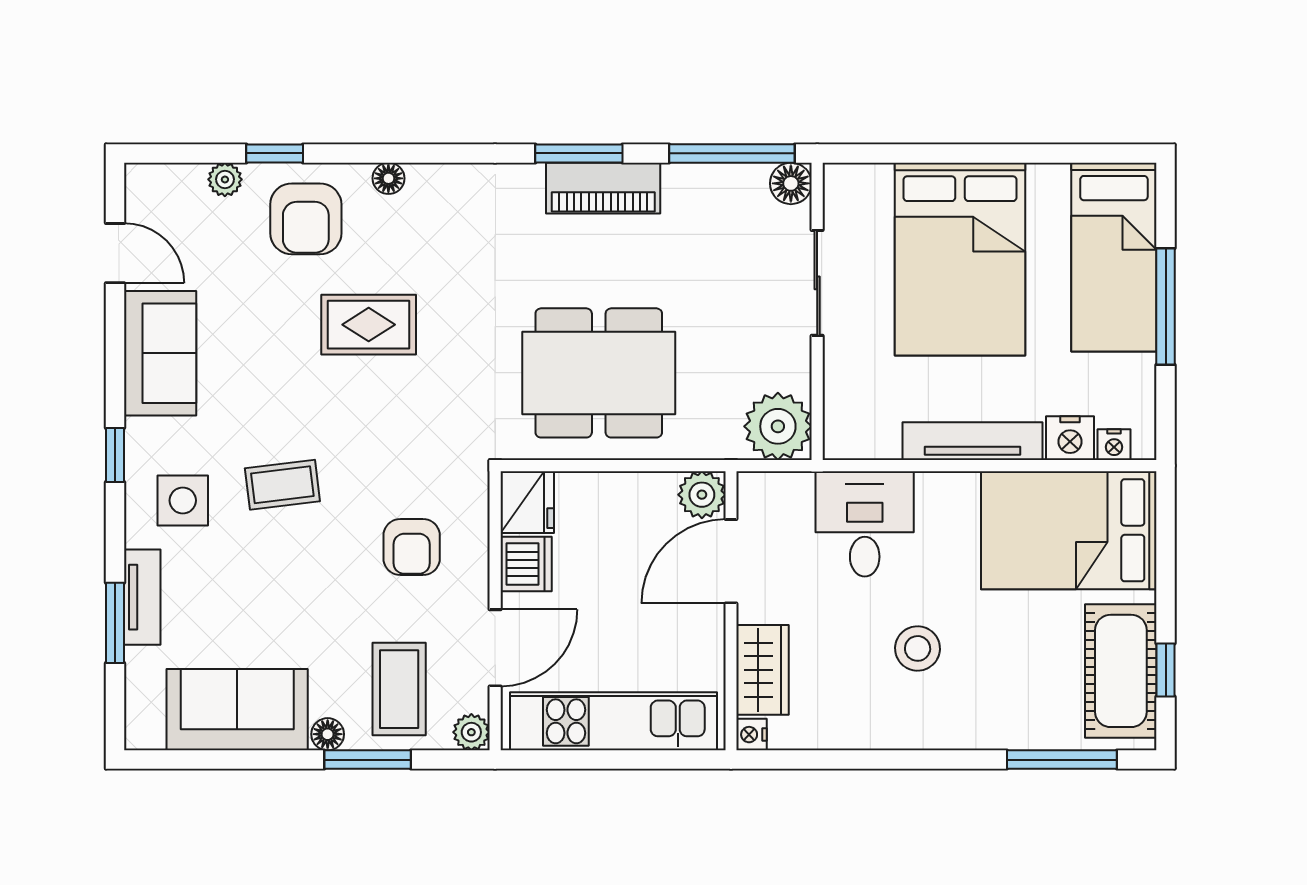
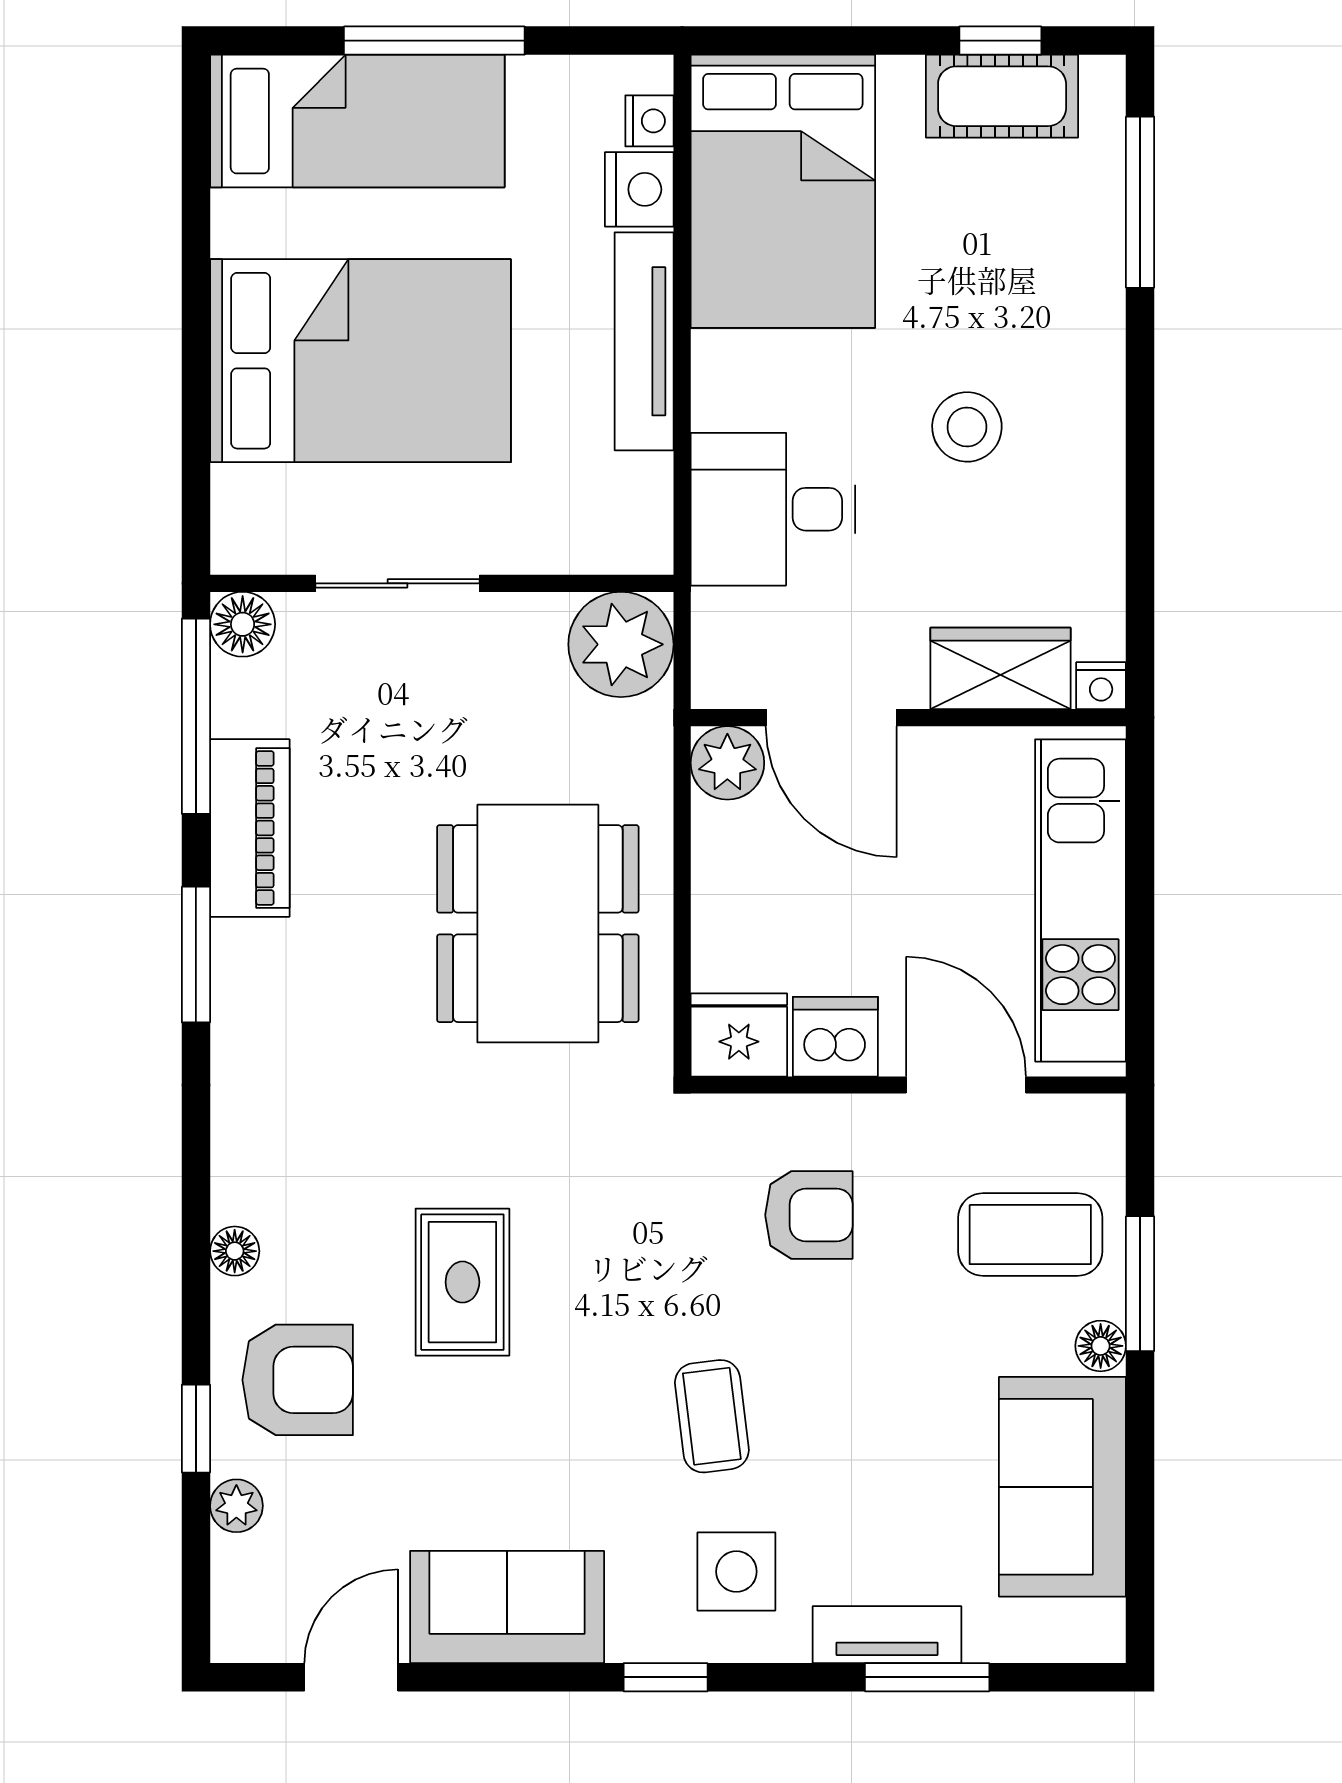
piano: (603, 188) -> (250, 828), moved
cot: (1121, 671) -> (1002, 96), width x0.73, depth x0.75
plant: (471, 732) -> (1097, 1122), removed

